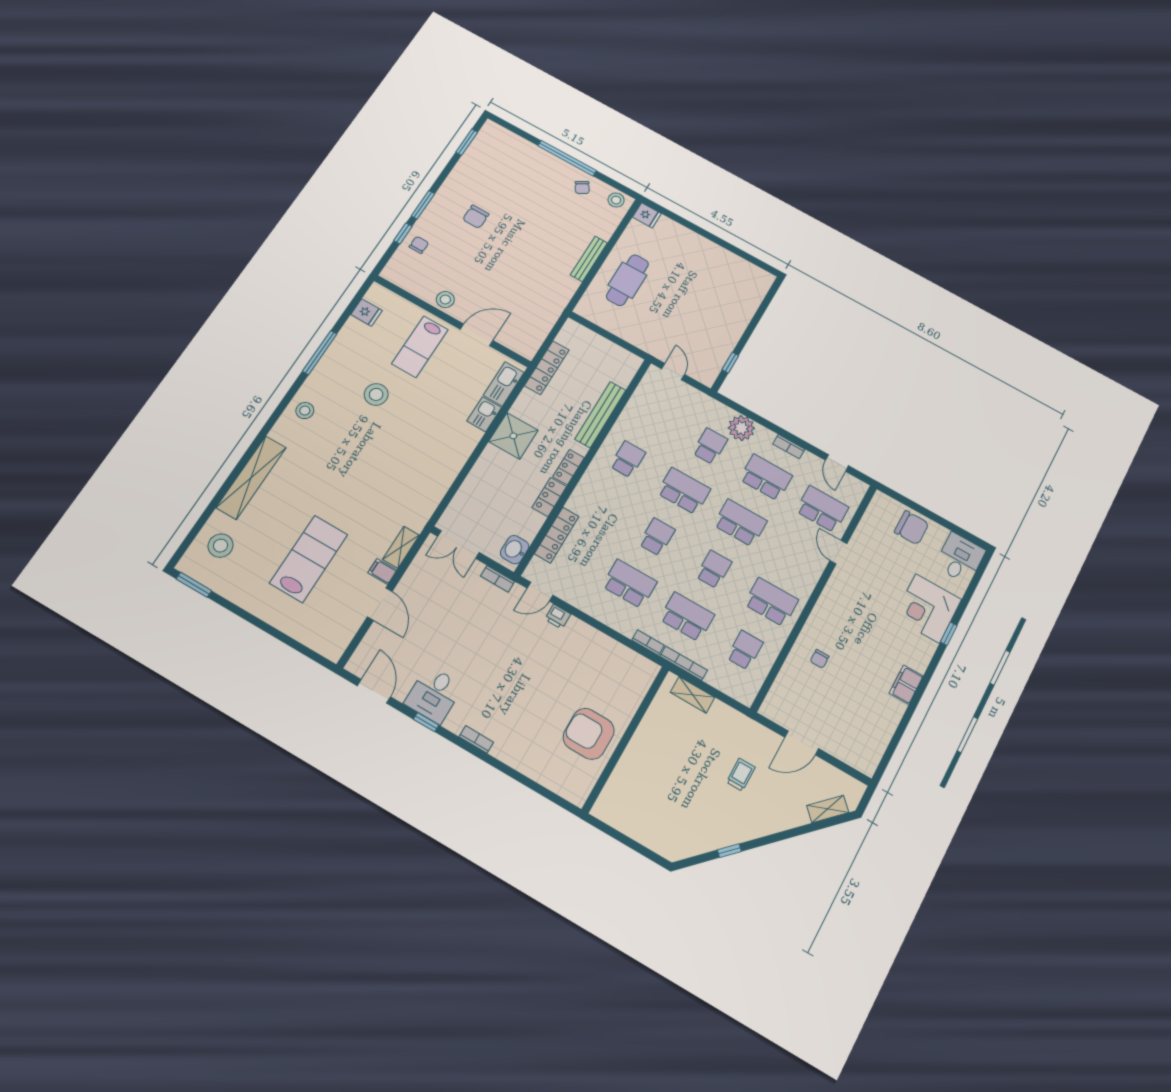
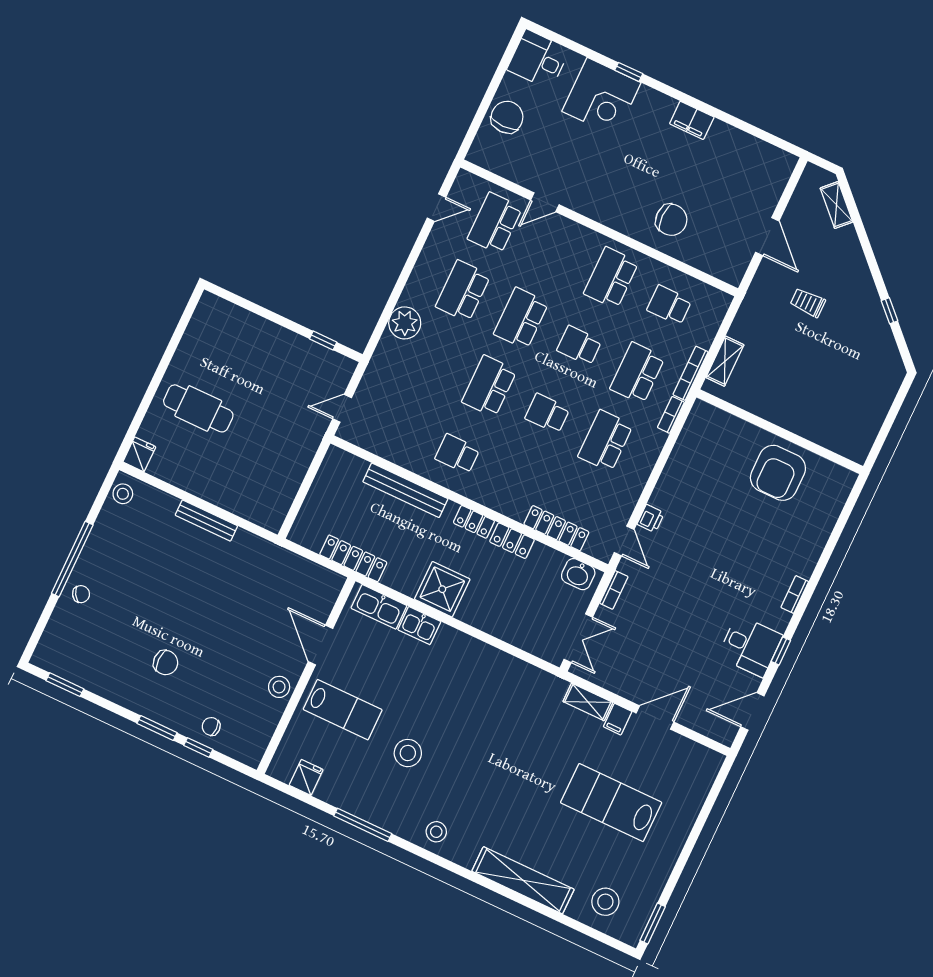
chair: (582, 187) -> (81, 594), moved
cafe table: (627, 280) -> (198, 408), moved
school desk: (710, 446) -> (431, 359), removed
bookcase: (789, 447) -> (422, 265), removed
chair: (820, 659) -> (671, 220), width x1.87, depth x1.87

